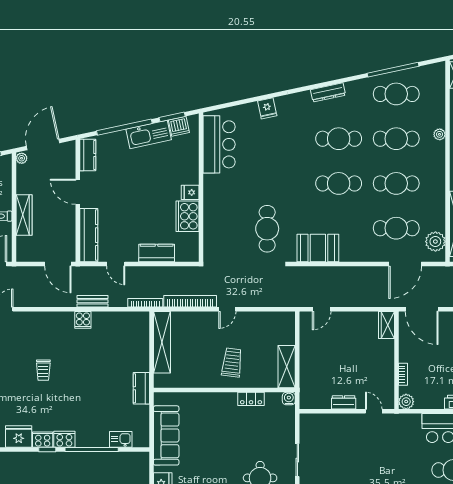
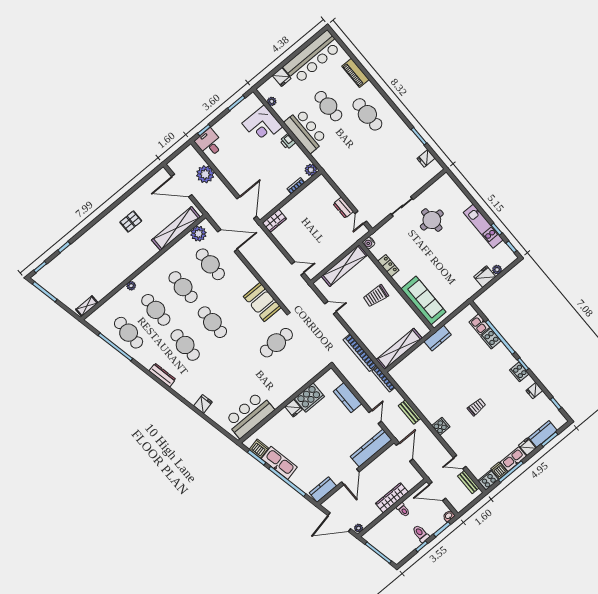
door: (227, 309) -> (331, 308), moved
cooker: (83, 320) -> (441, 426), moved
shelving: (287, 367) -> (344, 266), width x1.47
door: (374, 411) -> (361, 217), moved
sofa: (166, 435) -> (423, 301), moved, turned 90
fridge: (19, 437) -> (534, 390), width x0.53, depth x0.75
cooker: (64, 439) -> (491, 339), moved

